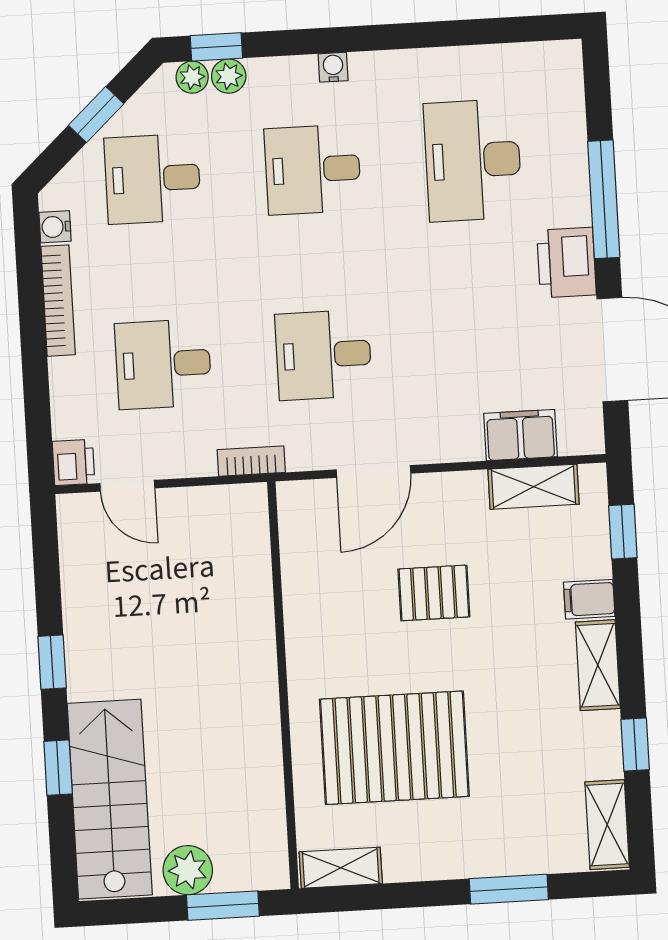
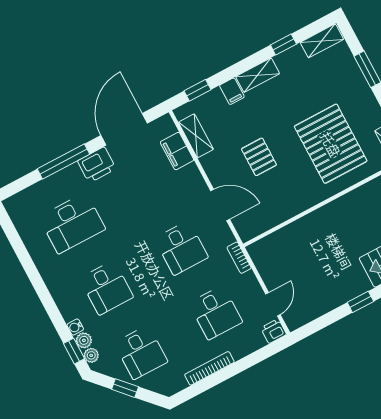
water cooler: (333, 67) -> (75, 327), moved
water cooler: (55, 227) -> (179, 384), removed

